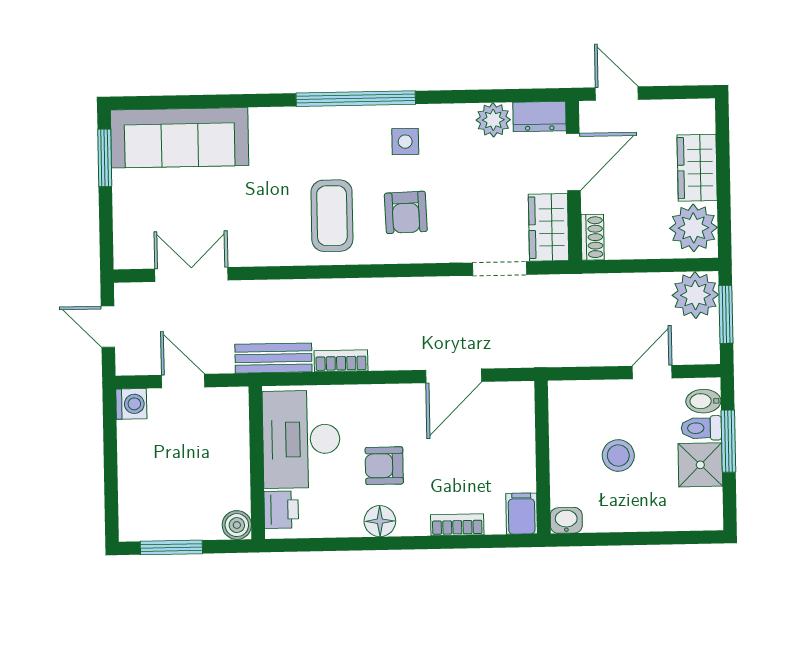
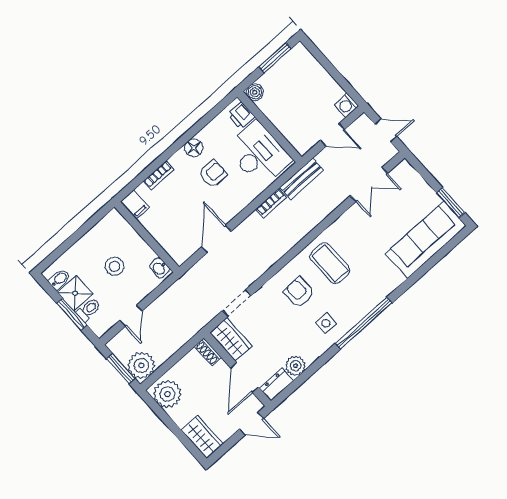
wardrobe: (697, 168) -> (202, 437), moved
bidet: (703, 401) -> (59, 279), moved
washbasin: (566, 520) -> (160, 268), moved, turned 90

